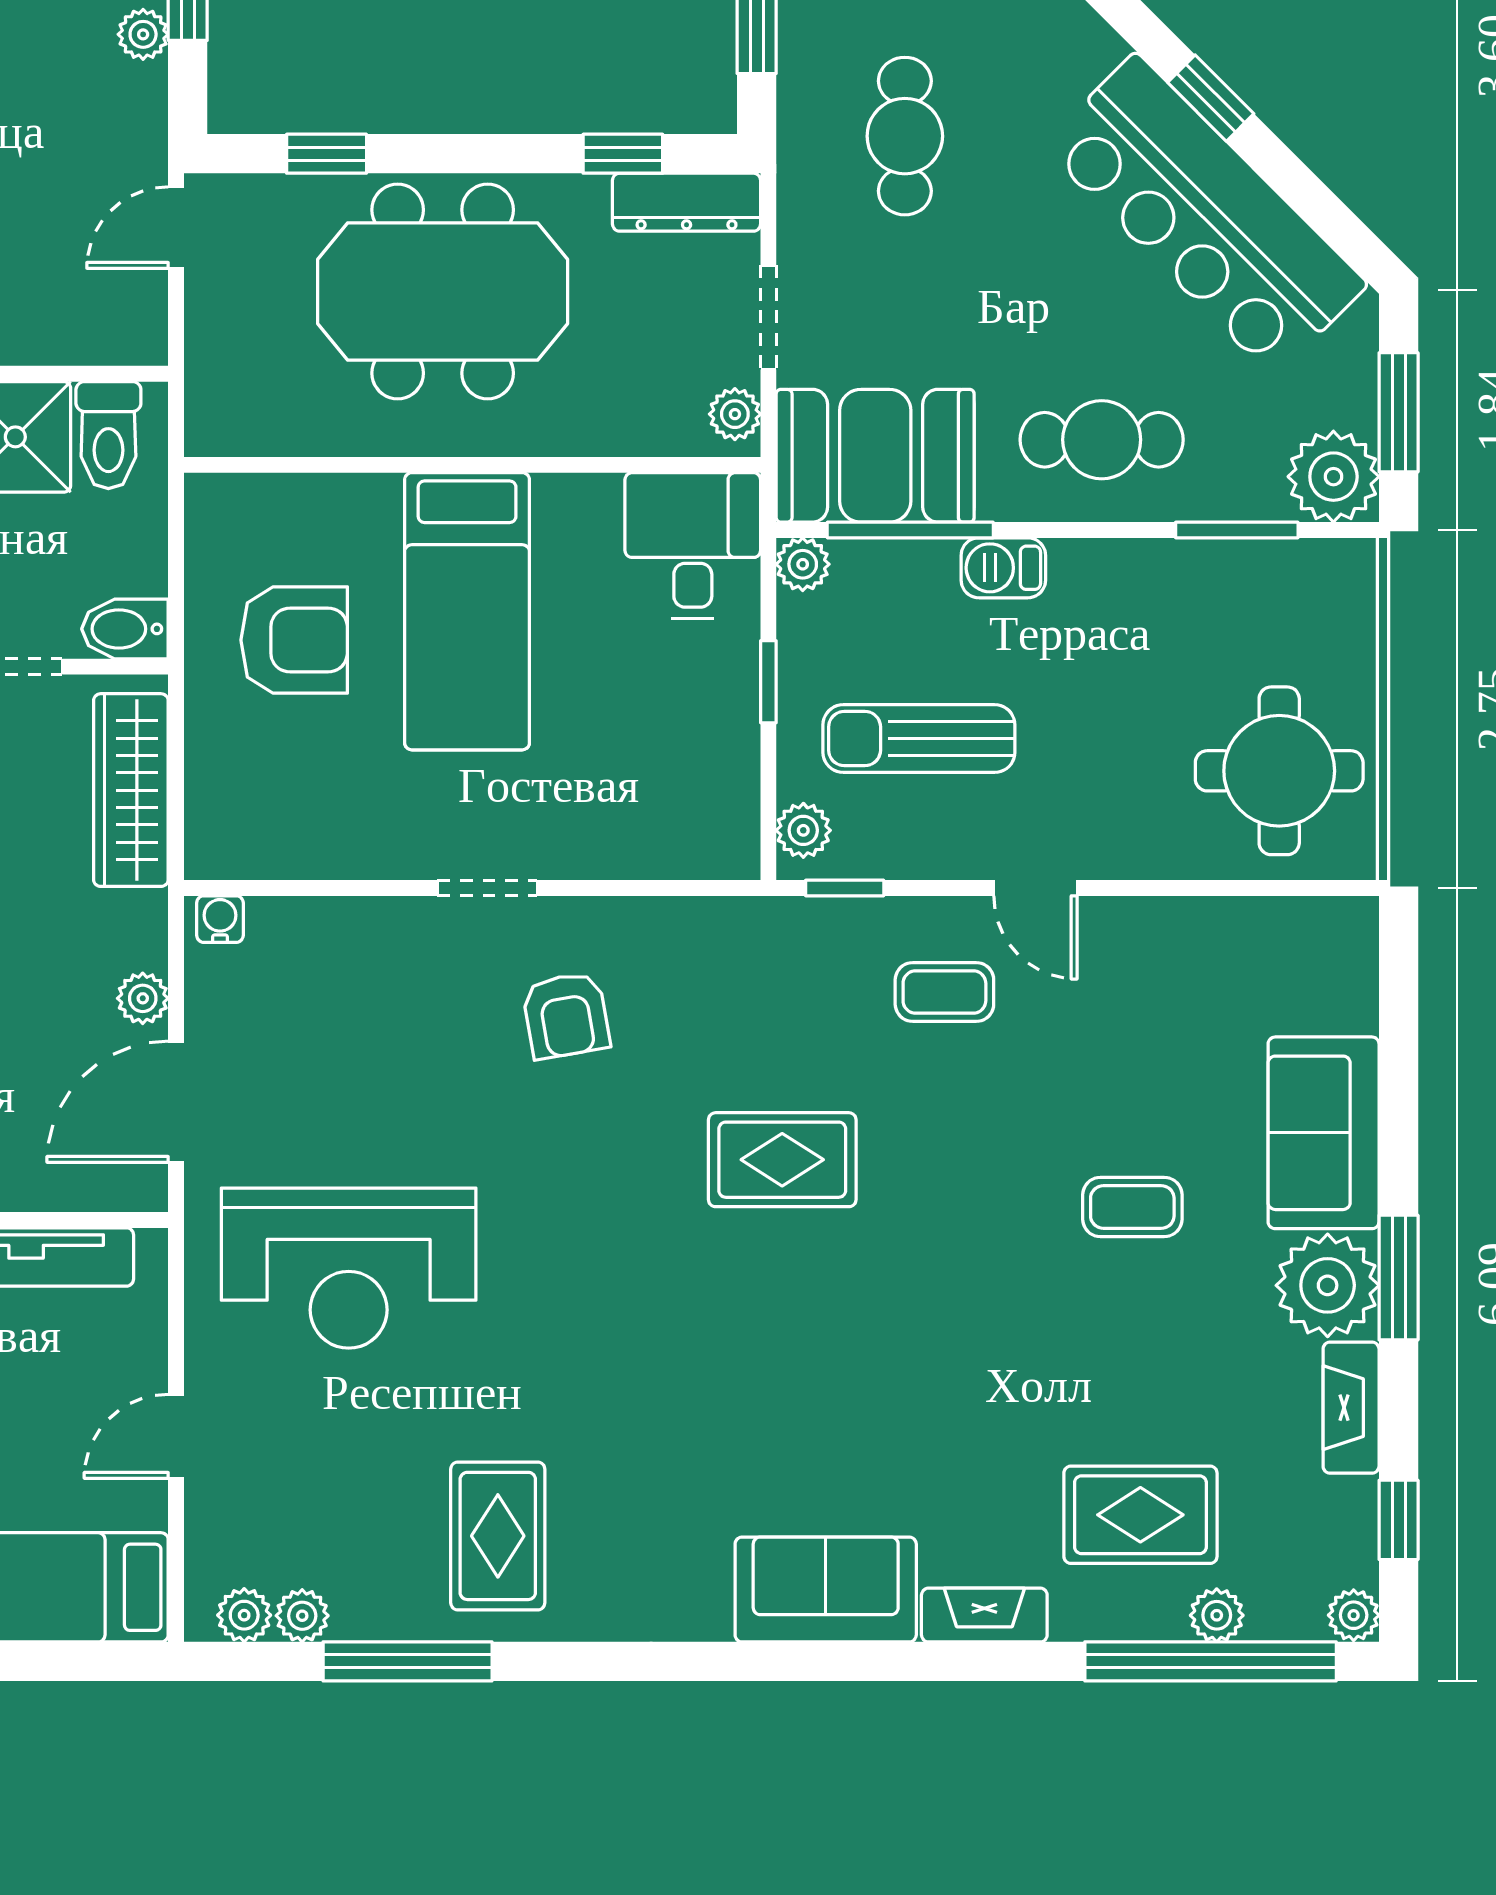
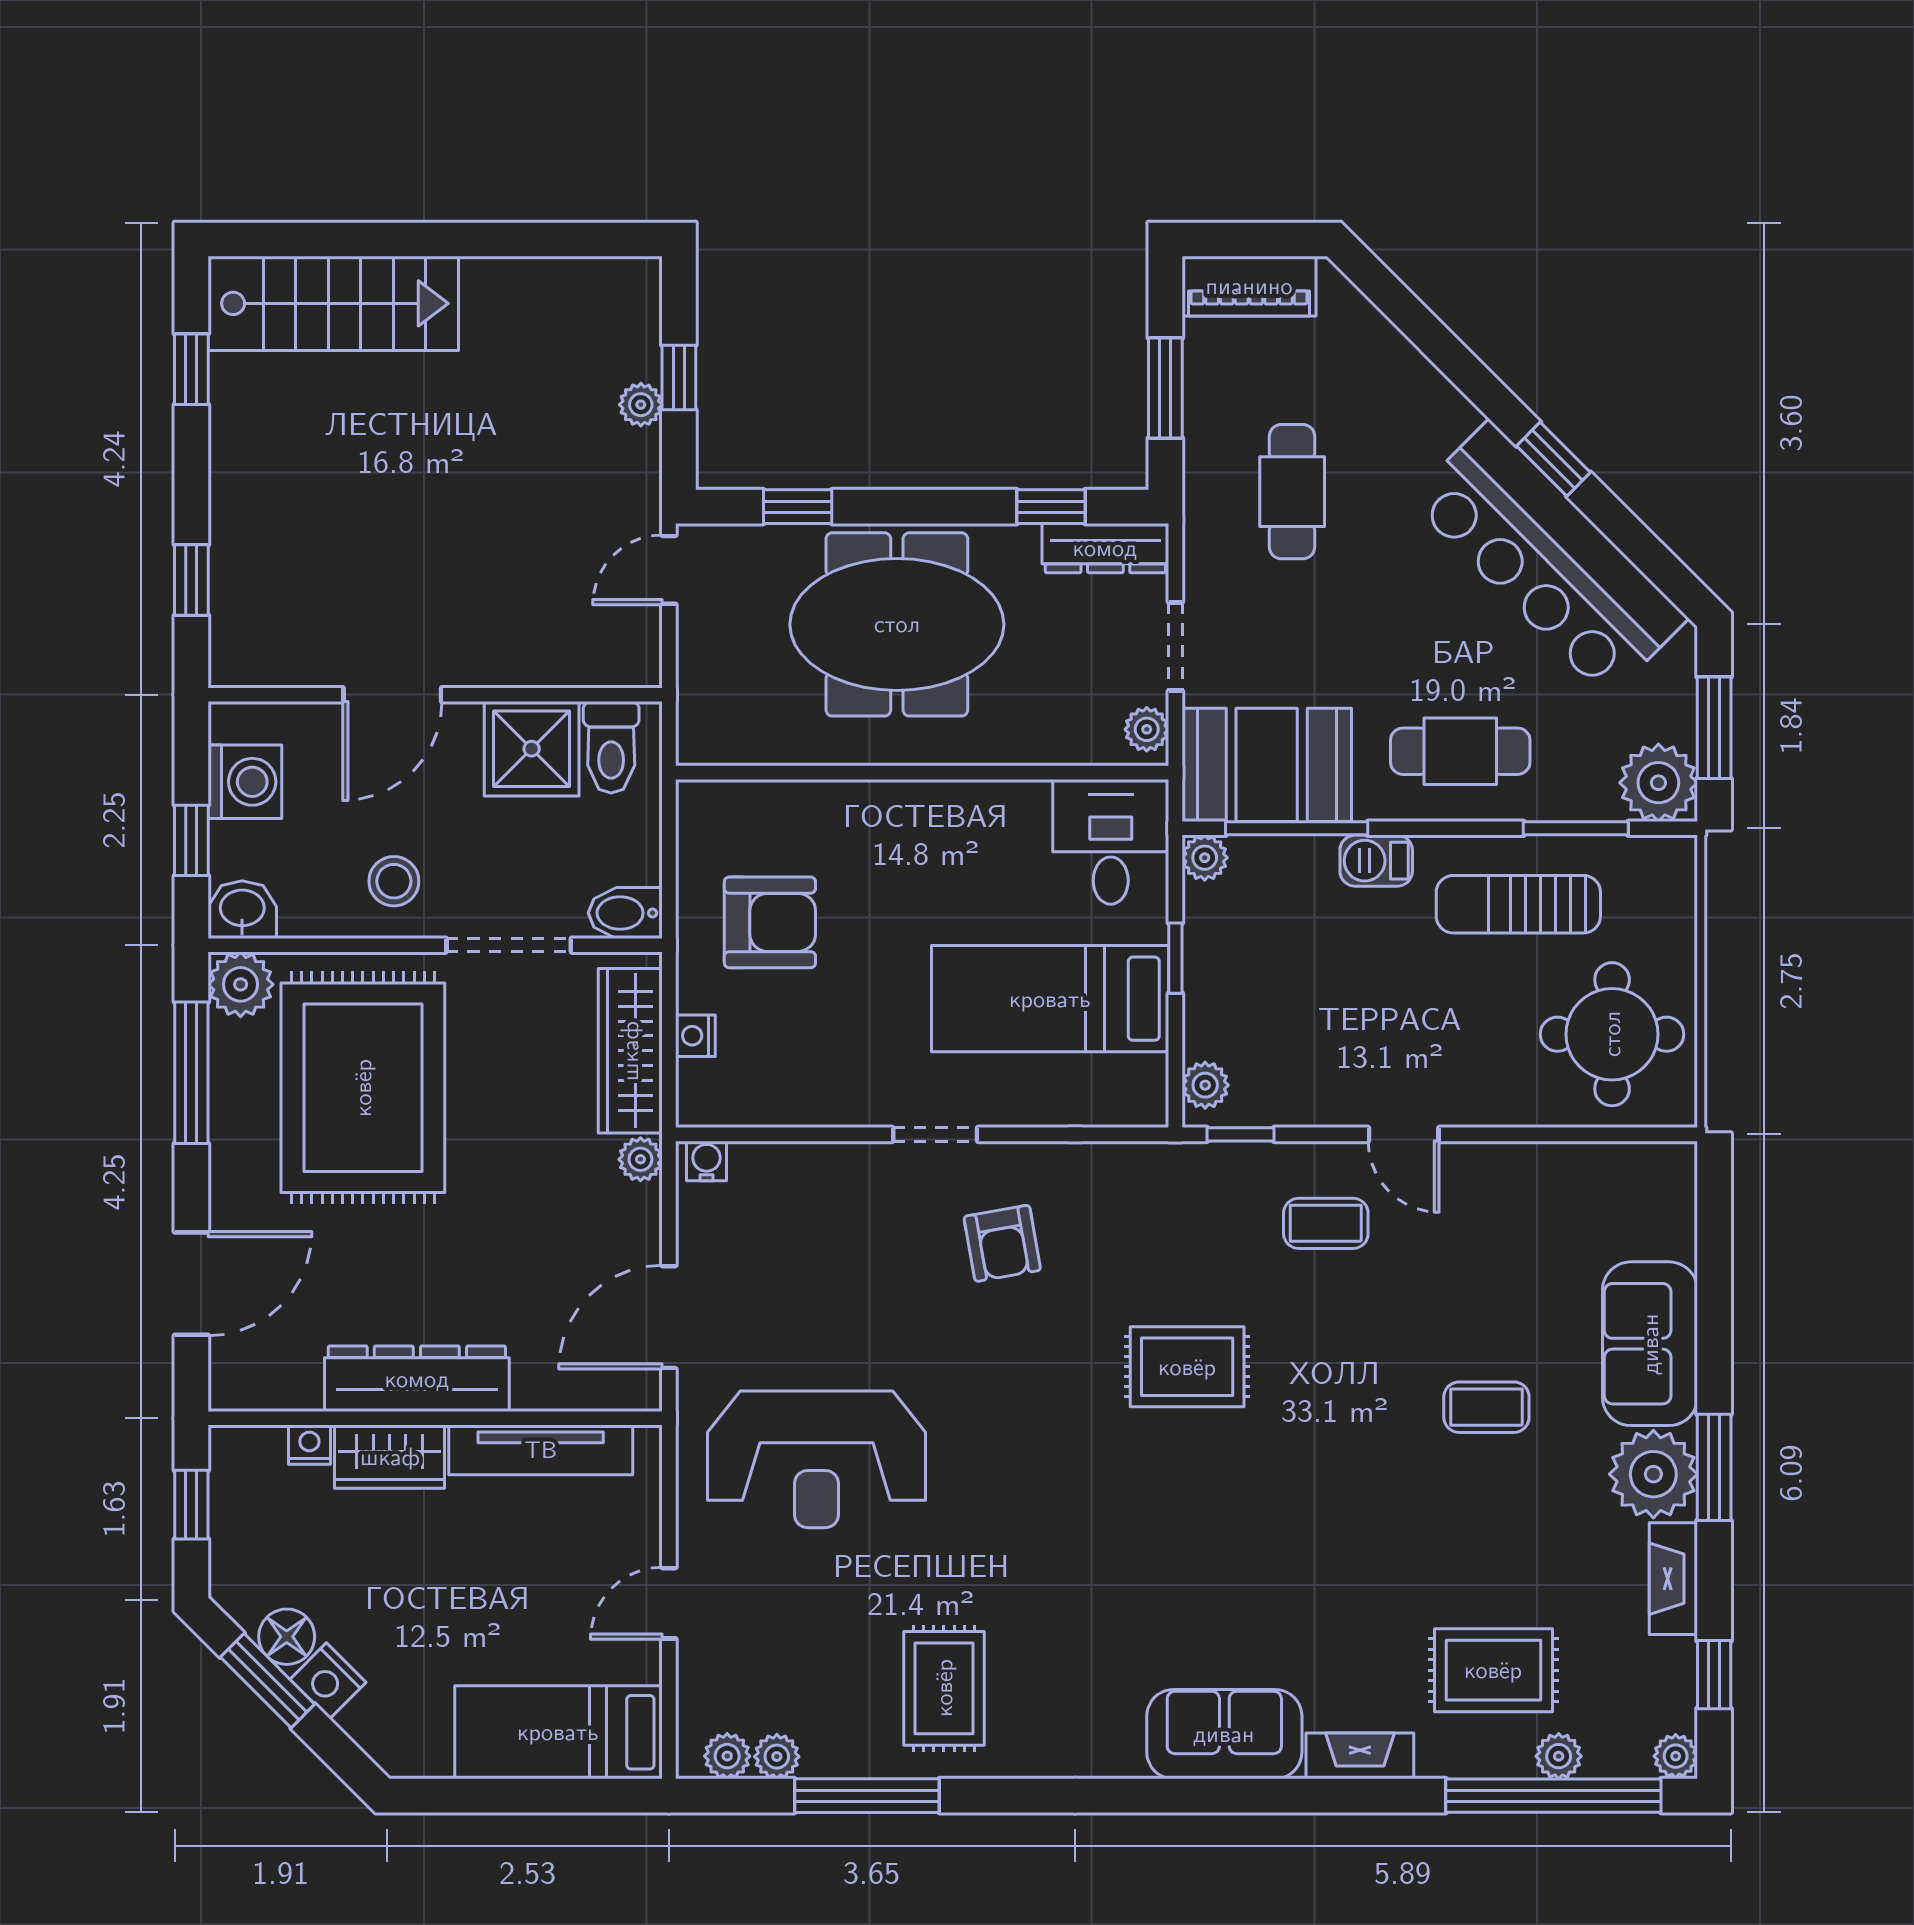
bed: (467, 611) -> (1050, 999), moved, turned 90
sun lounger: (919, 739) -> (1518, 904), moved
nightstand: (207, 773) -> (695, 1036), added
plant: (143, 998) -> (640, 1159), moved

